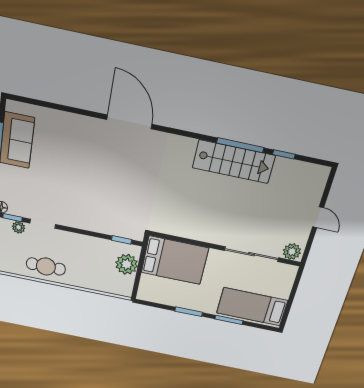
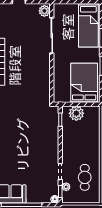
bed: (175, 260) -> (84, 83), moved
cafe table: (46, 266) -> (85, 177), moved

